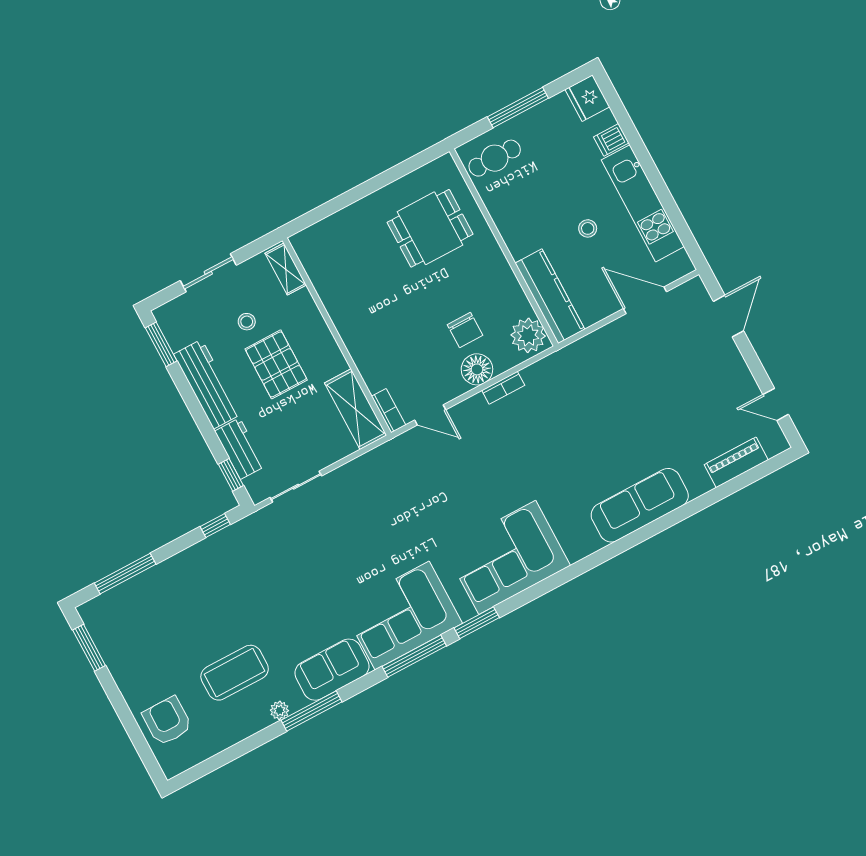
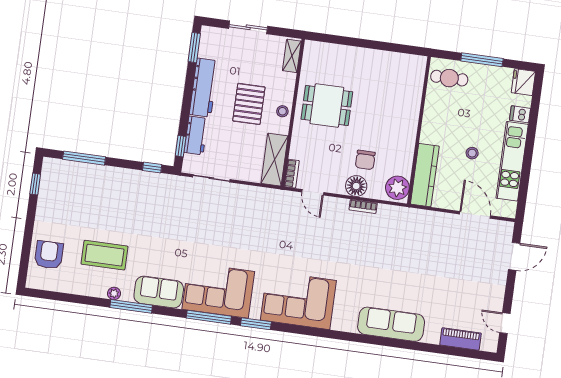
dining table: (430, 228) -> (327, 106), moved
stool: (247, 322) -> (282, 111), moved
window: (89, 648) -> (35, 184), width x0.67

